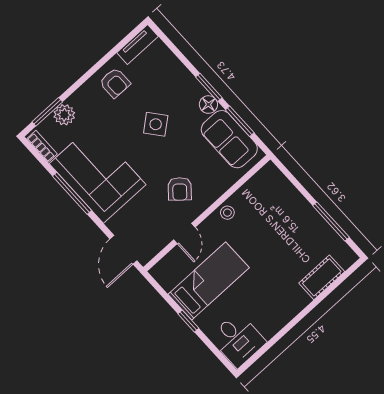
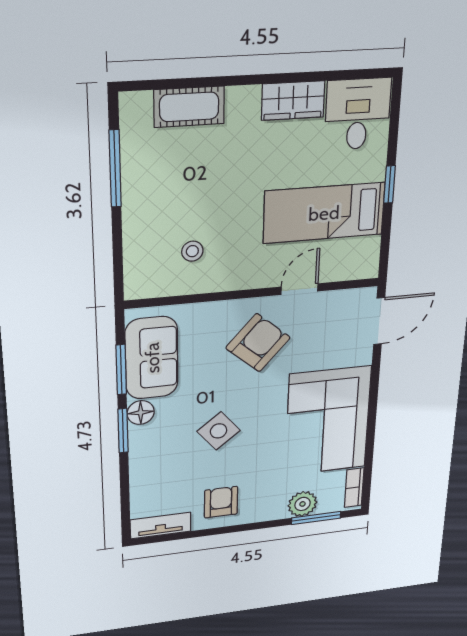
armchair: (180, 189) -> (258, 343), width x1.38, depth x1.38
window: (72, 193) -> (372, 420), removed
stool: (227, 213) -> (192, 251), moved
wardrobe: (275, 320) -> (293, 101), added

